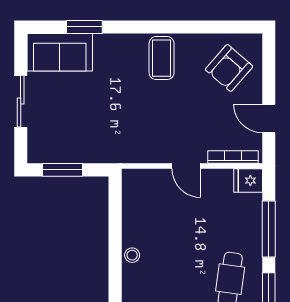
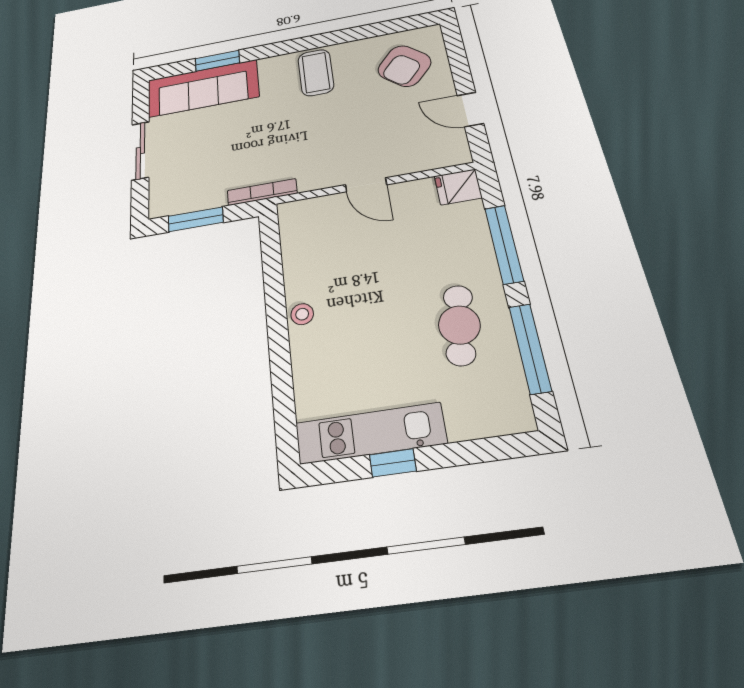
sofa: (60, 52) -> (203, 88), width x1.36
bookcase: (233, 157) -> (262, 192), moved

